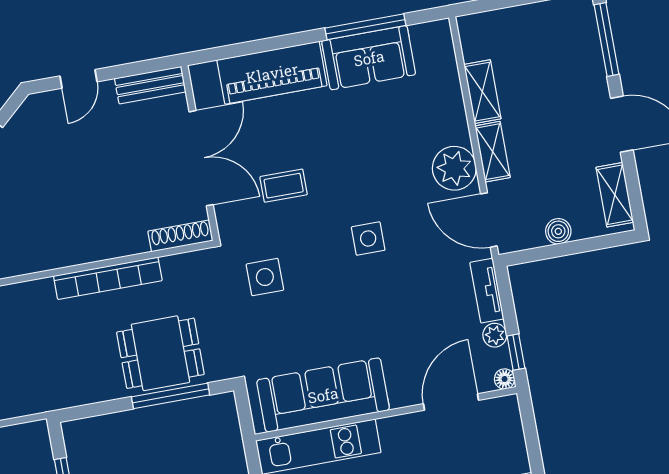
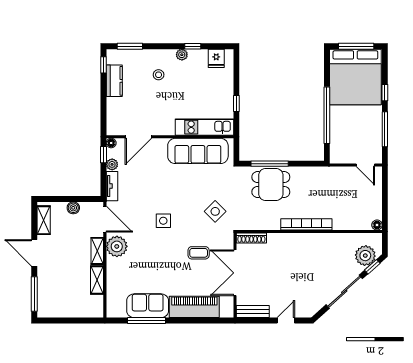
side table: (265, 277) -> (215, 211), turned 45
bookcase: (108, 278) -> (306, 224), moved

